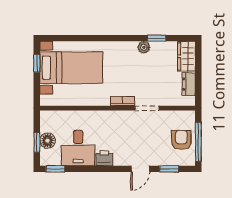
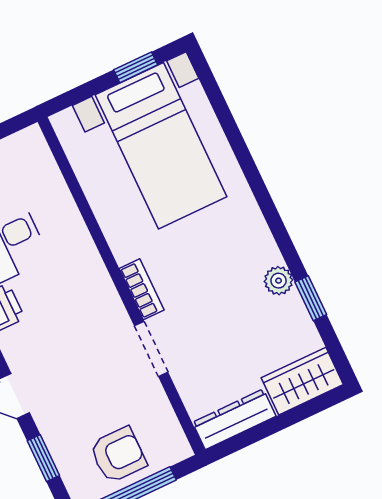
dresser: (189, 84) -> (234, 419), width x1.44

